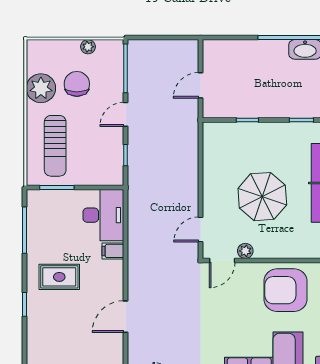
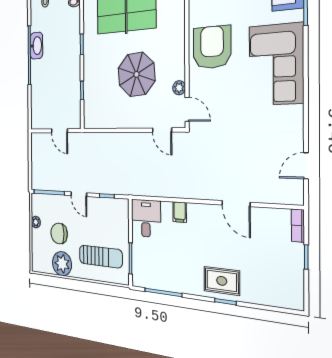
desk: (103, 215) -> (146, 218), width x0.73
rug: (59, 277) -> (222, 281), moved, turned 90
armchair: (286, 290) -> (212, 47), turned 180

